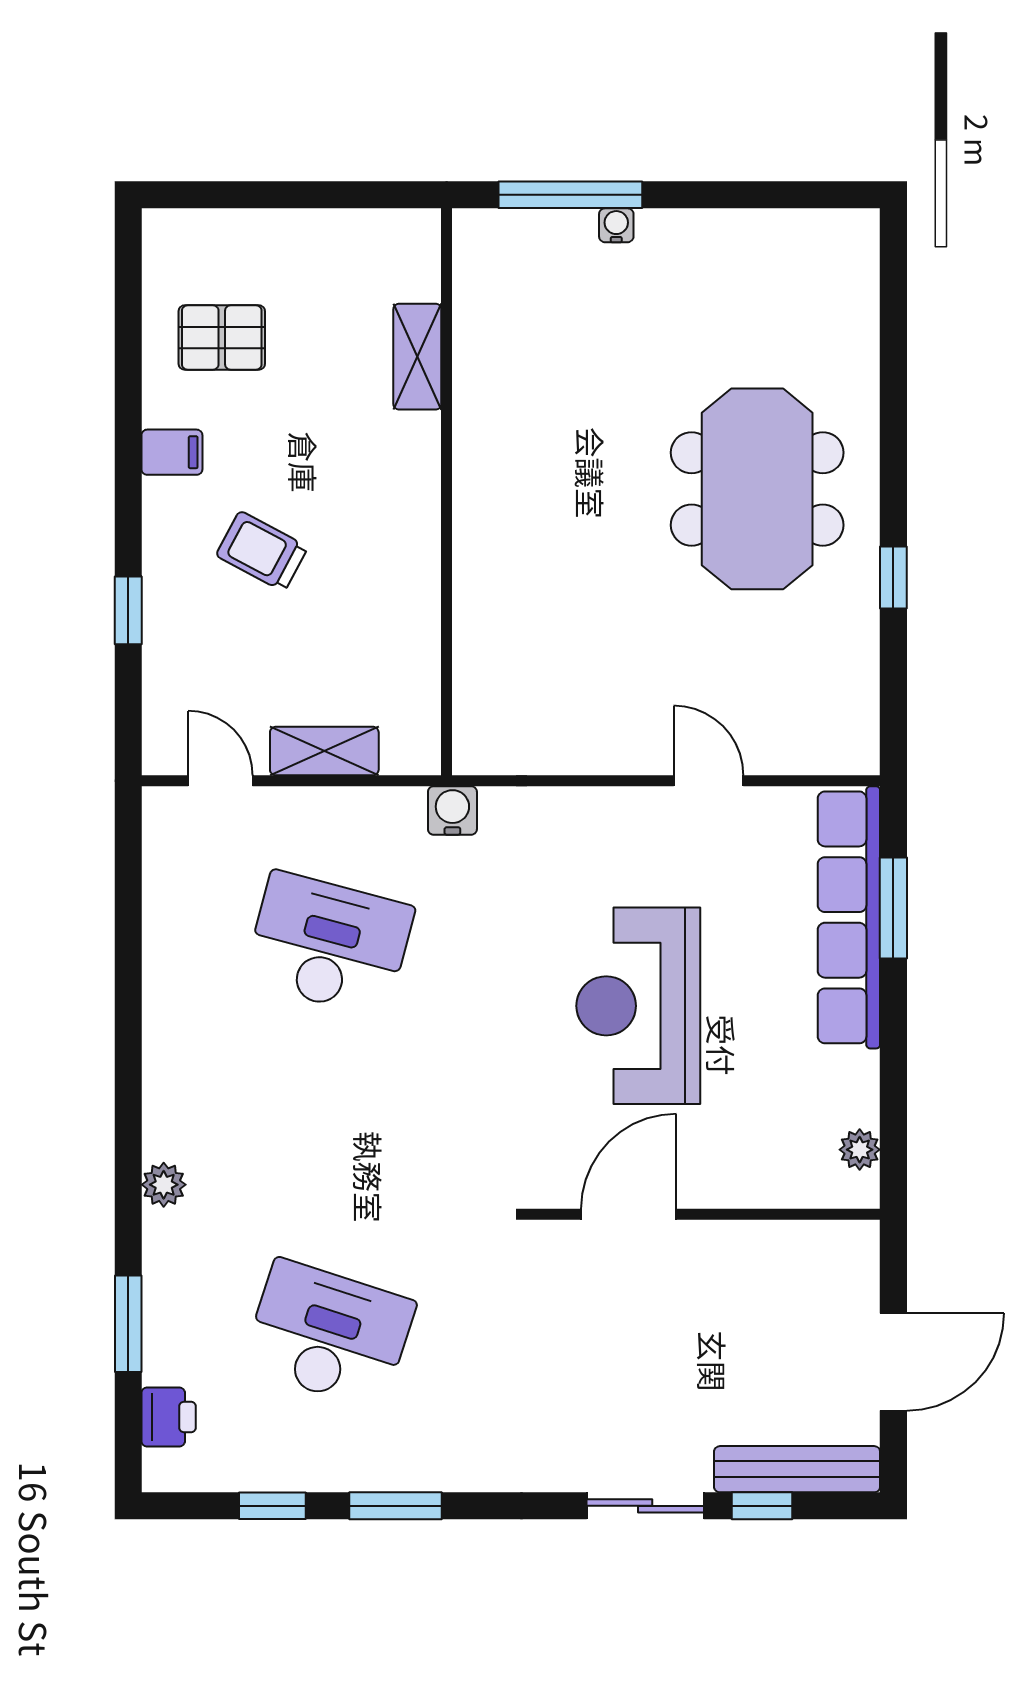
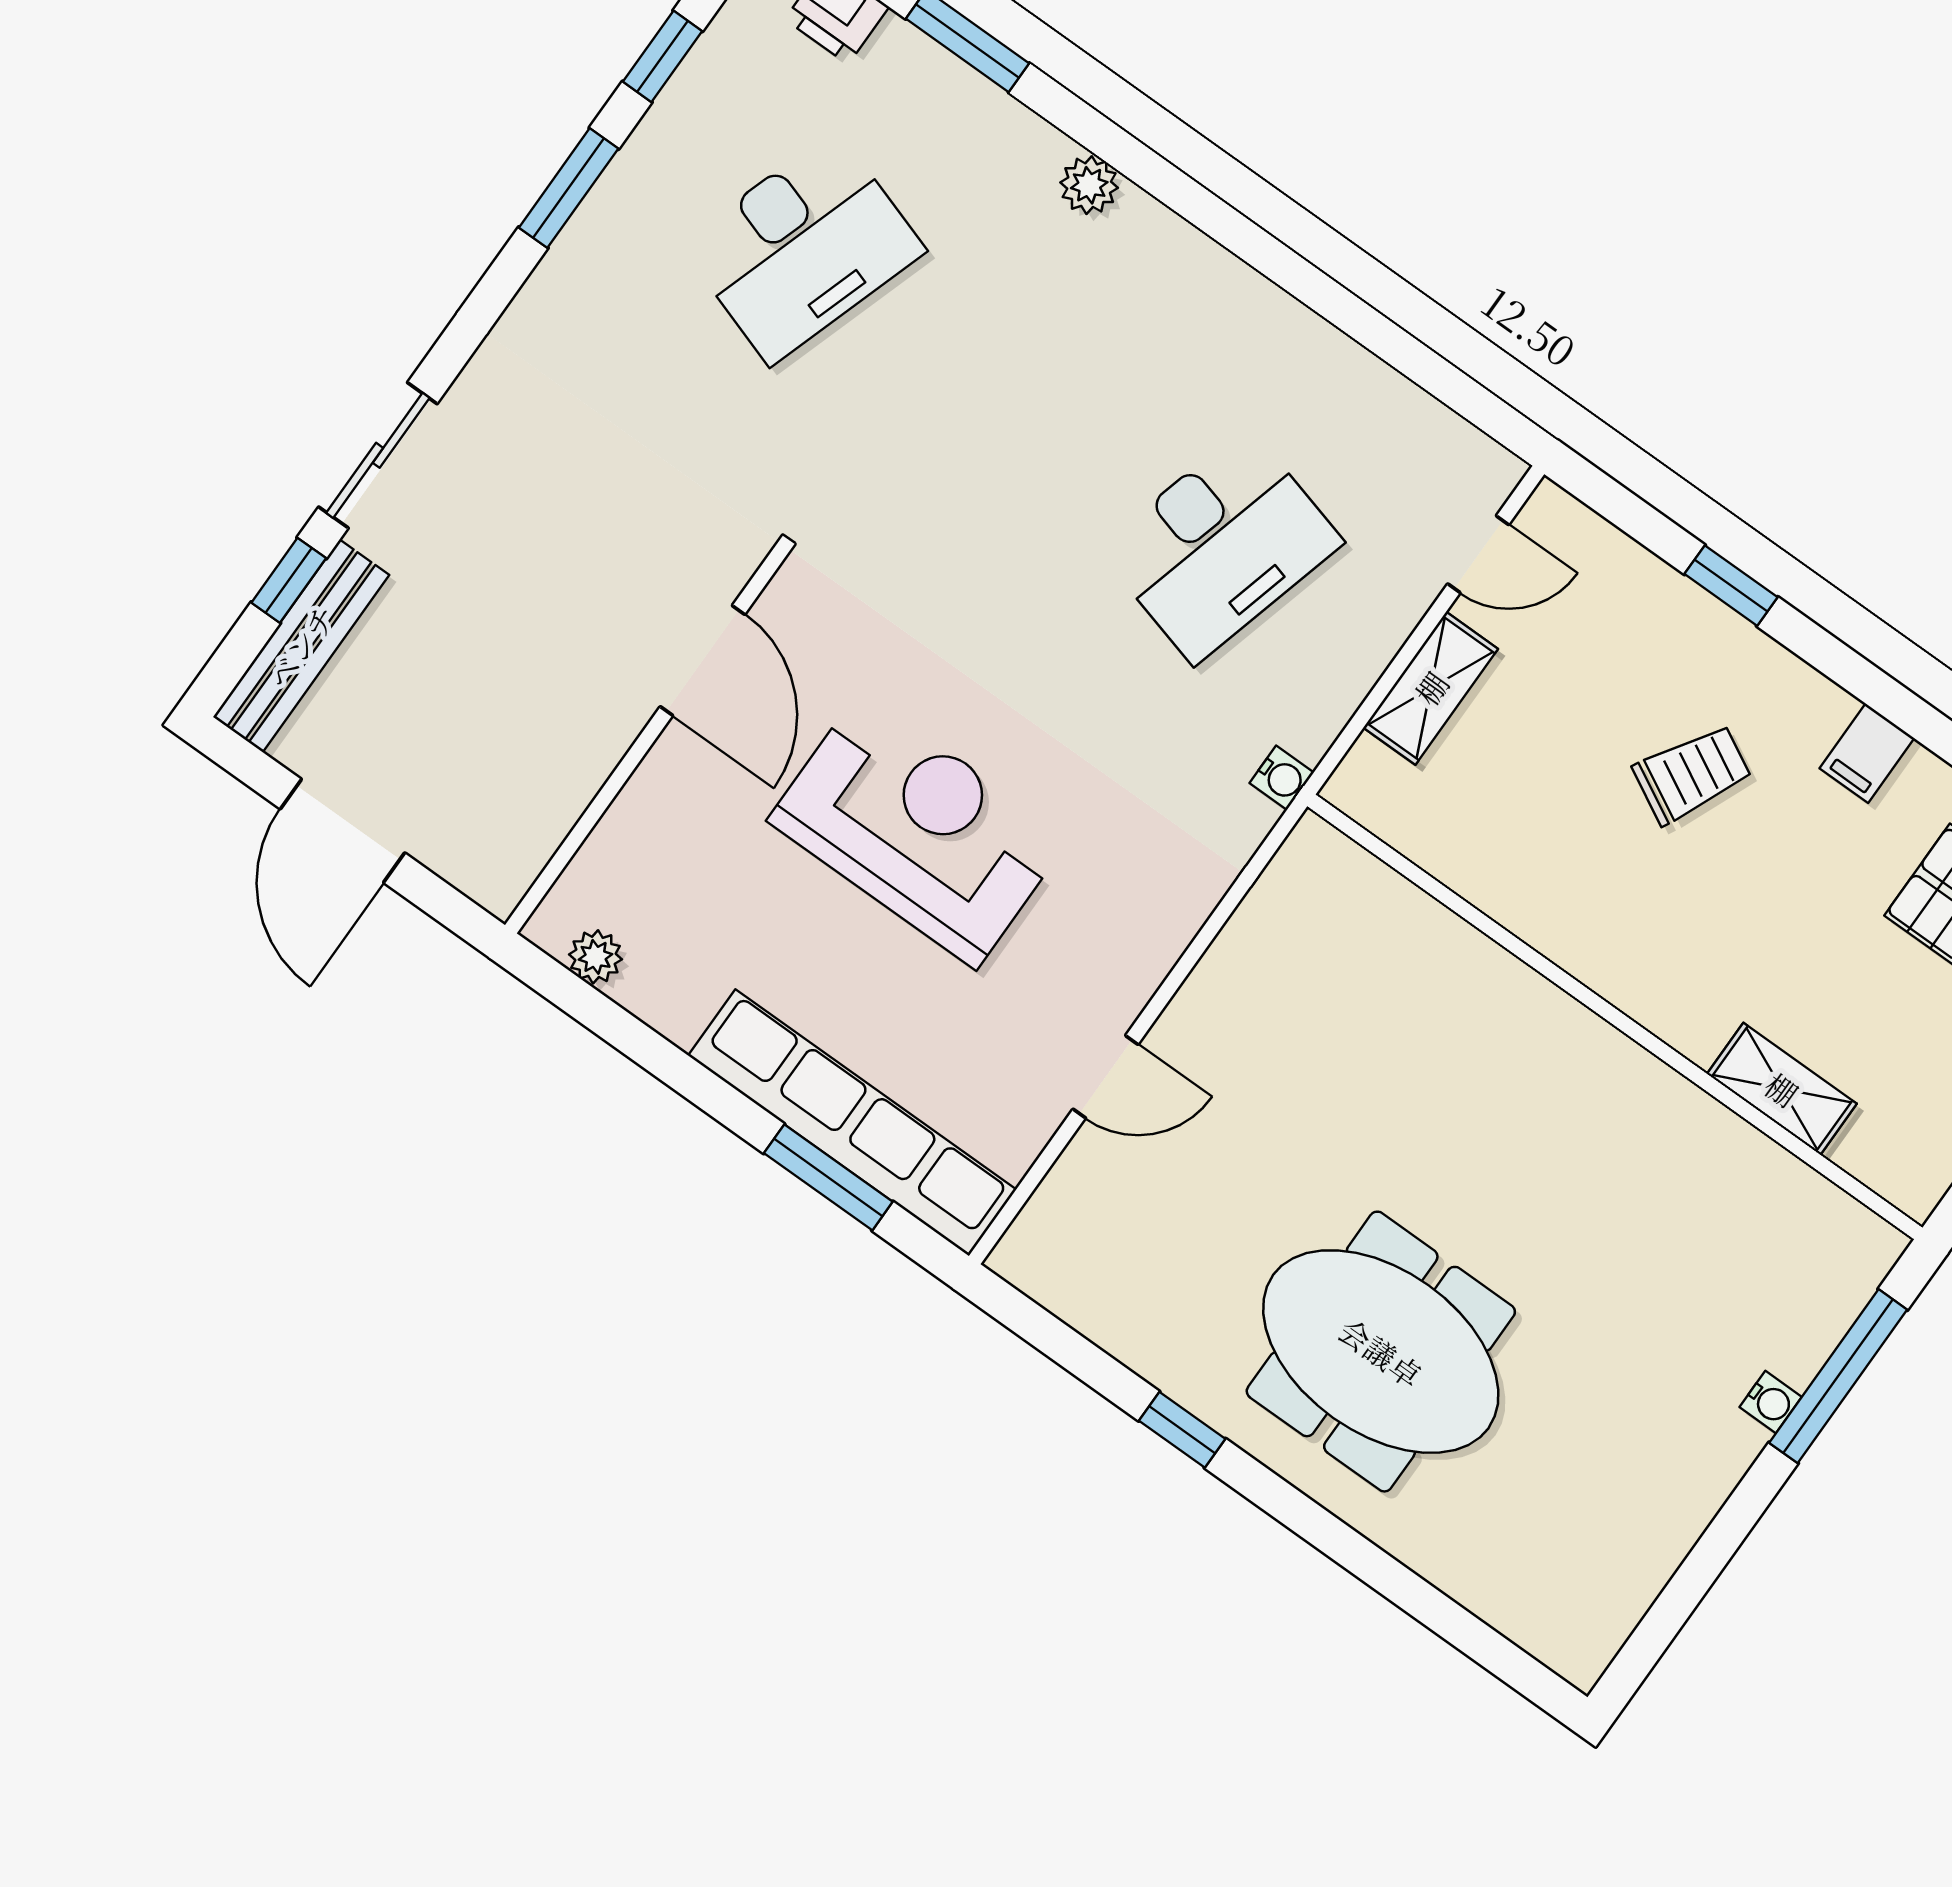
water cooler: (452, 810) -> (1282, 778), width x0.72, depth x0.72

